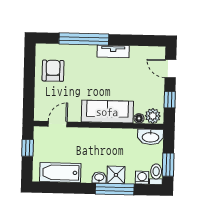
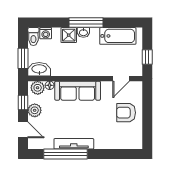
window: (84, 39) -> (66, 154), moved
tv unit: (113, 51) -> (74, 144), width x1.41
armchair: (53, 71) -> (126, 113), moved, turned 90
plant: (157, 90) -> (35, 110), added
window: (168, 165) -> (23, 58), moved
window: (115, 189) -> (86, 23), moved

